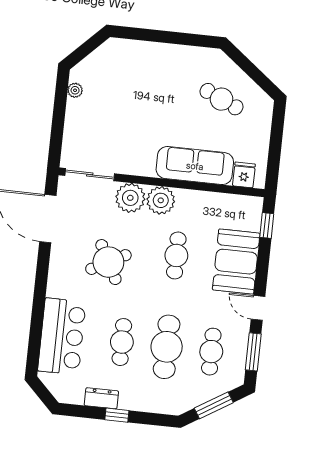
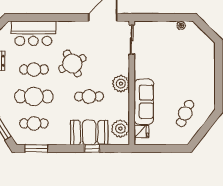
plant: (130, 198) -> (120, 129), moved
window: (267, 225) -> (92, 148), moved
round table: (108, 262) -> (72, 64), moved
door: (258, 308) -> (63, 148), removed

